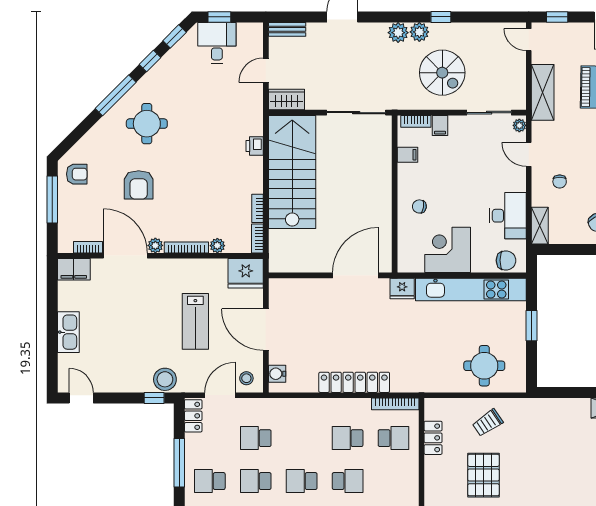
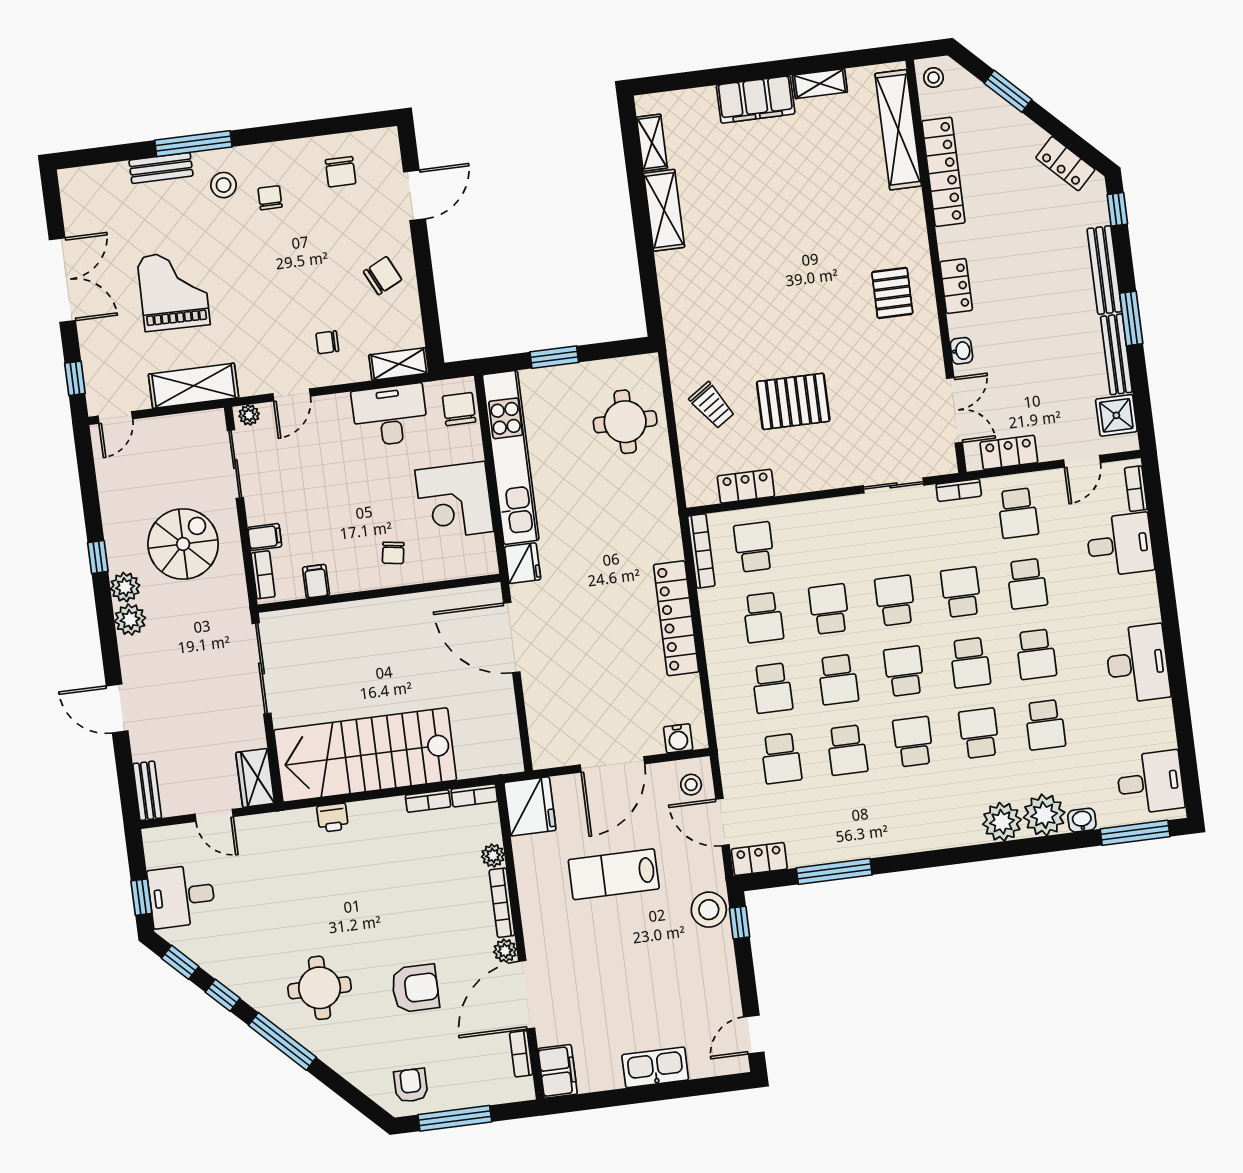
chair: (560, 182) -> (327, 342), turned 180
lab bench: (195, 321) -> (614, 874), turned 180
school desk: (210, 481) -> (772, 688), moved

